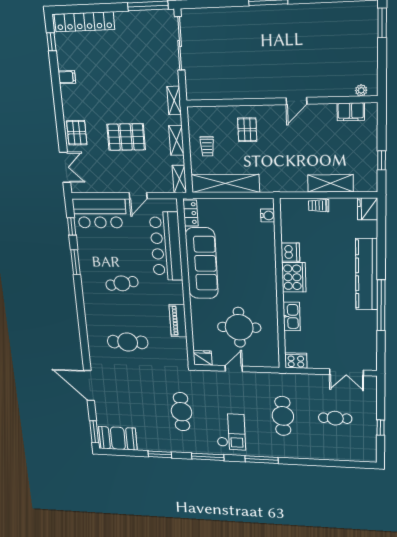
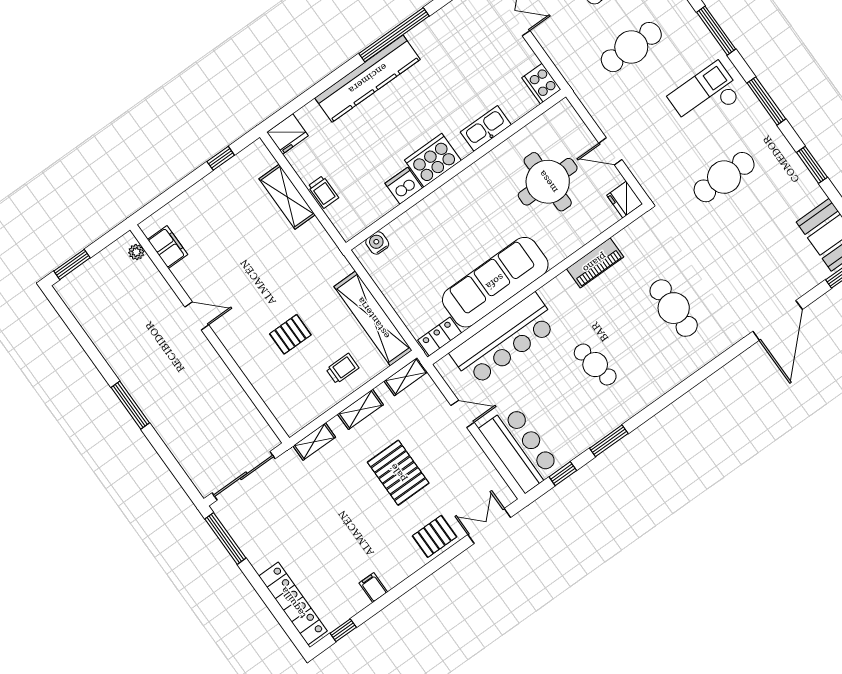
plant: (361, 90) -> (136, 252), moved
wall: (280, 101) -> (210, 334), moved
door: (296, 101) -> (197, 316), moved
filing cabinet: (351, 112) -> (168, 247), moved

